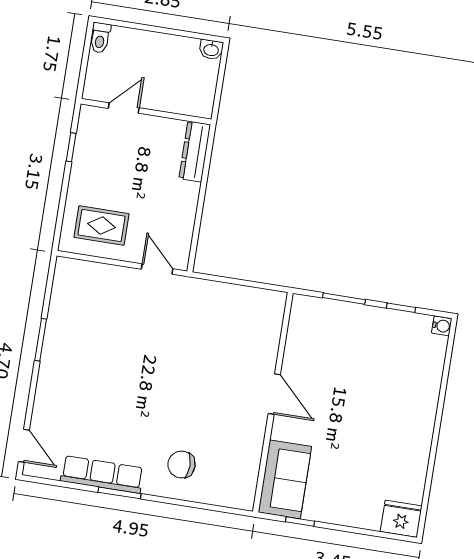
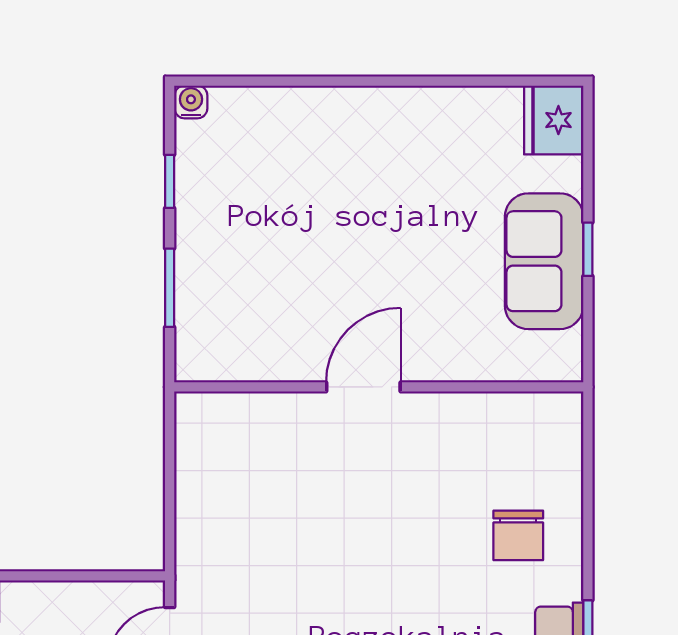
sofa: (285, 479) -> (544, 261), moved, turned -90
window: (300, 522) -> (588, 249), moved

